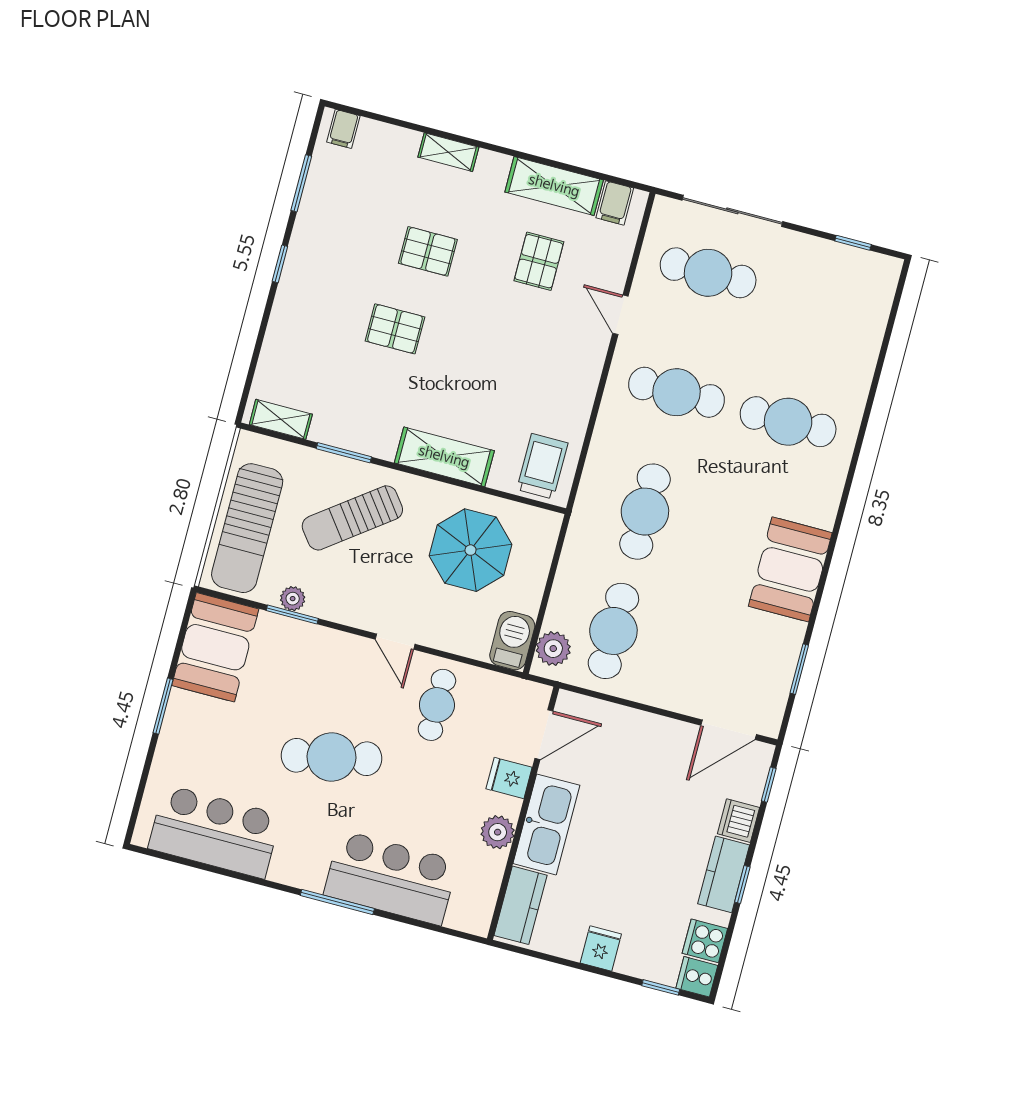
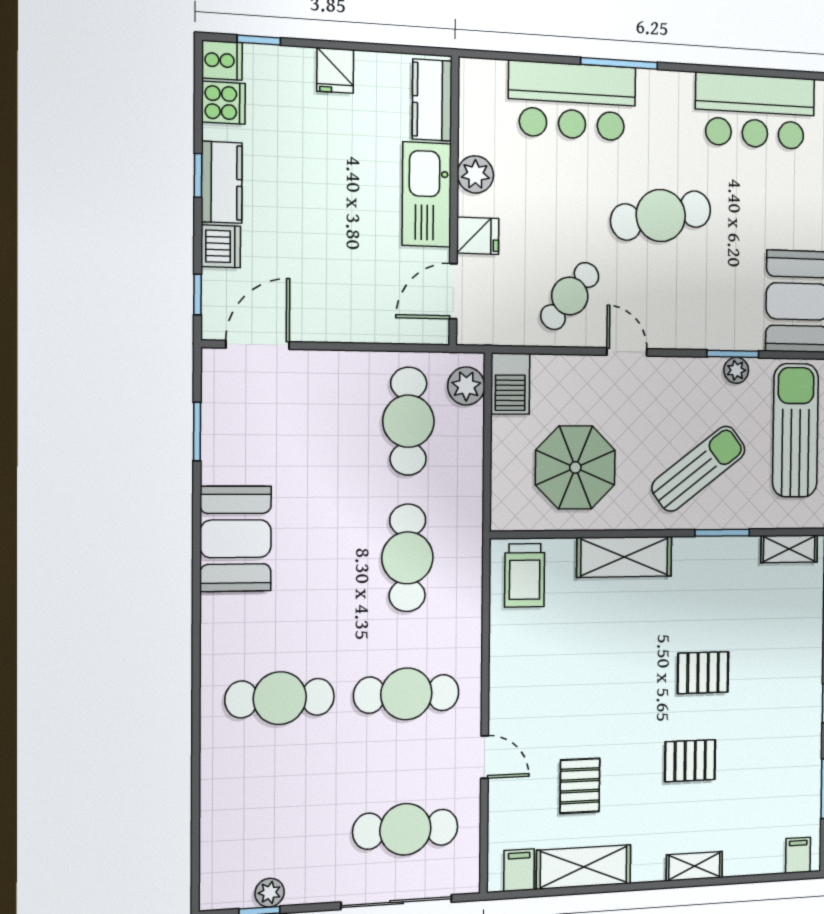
plant: (840, 256) -> (270, 893), added
cafe table: (437, 705) -> (570, 296), turned 39

